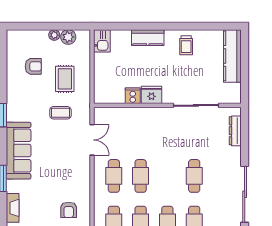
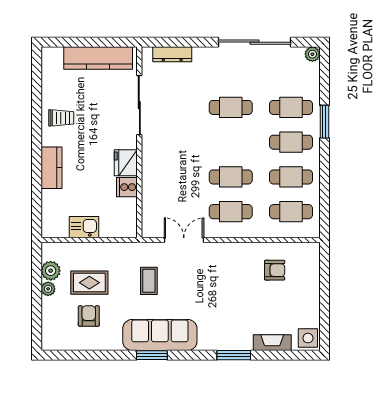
kitchen sink: (102, 41) -> (84, 227), moved
kitchen counter: (232, 56) -> (98, 58), moved
rug: (65, 79) -> (89, 283), moved
sofa: (19, 151) -> (160, 335), moved

